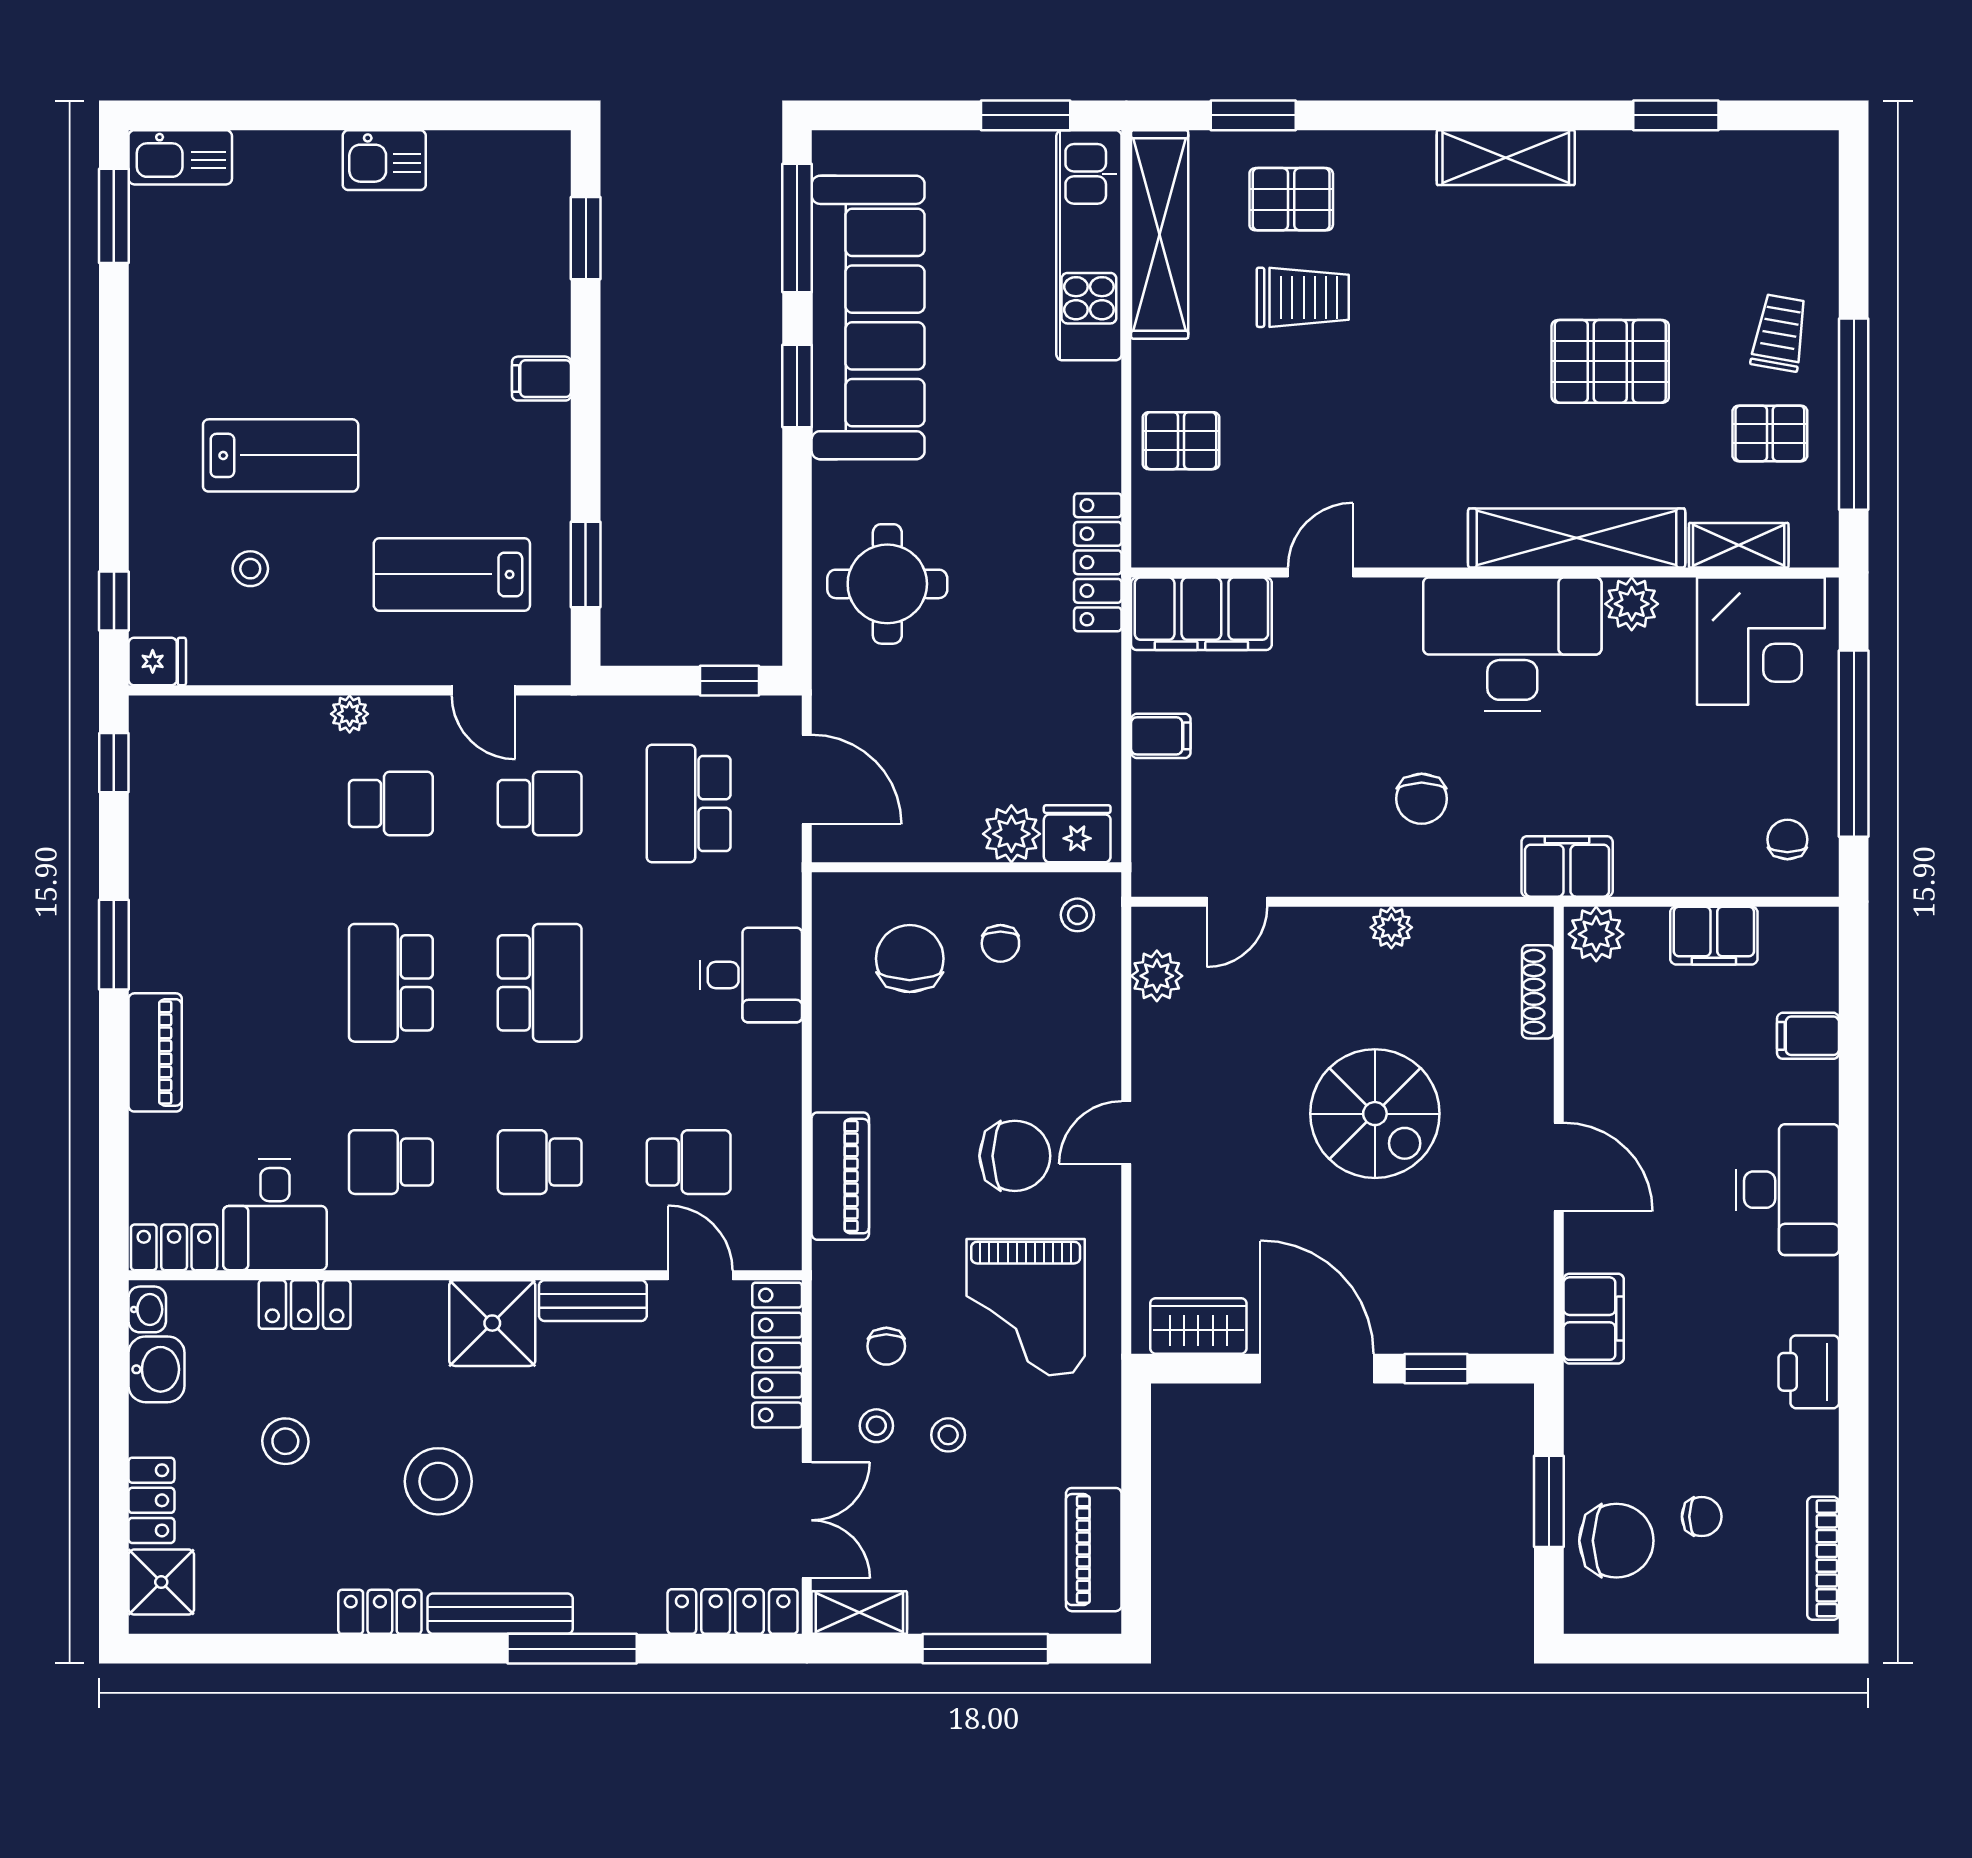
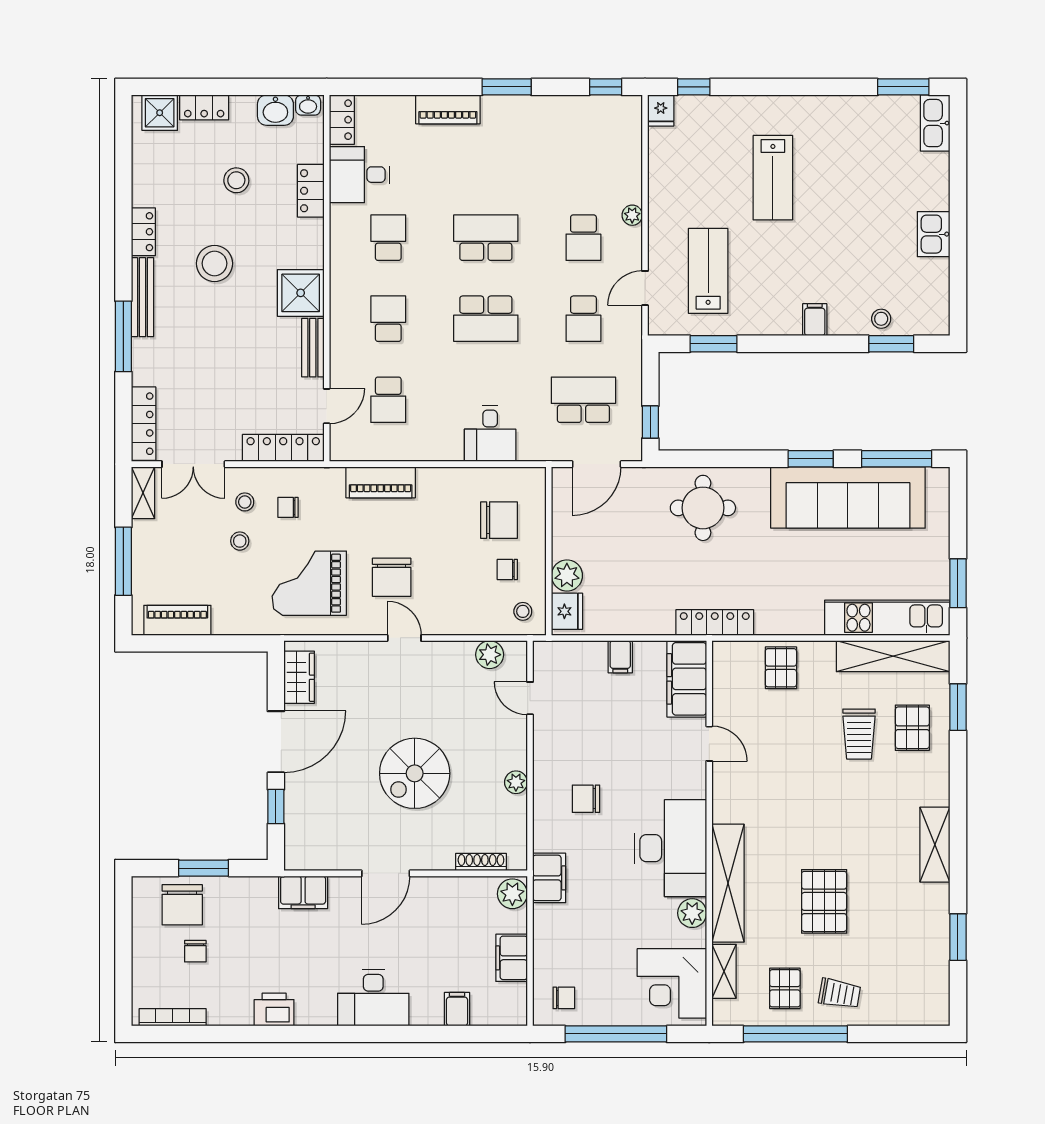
stool: (250, 569) -> (881, 319), moved

